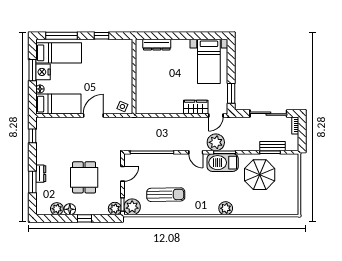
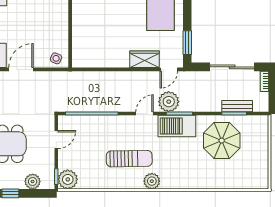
door: (196, 152) -> (145, 114), swing flipped
sun lounger: (166, 195) -> (129, 159), moved
plant: (226, 208) -> (152, 181), moved
plant: (115, 209) -> (33, 182), moved

